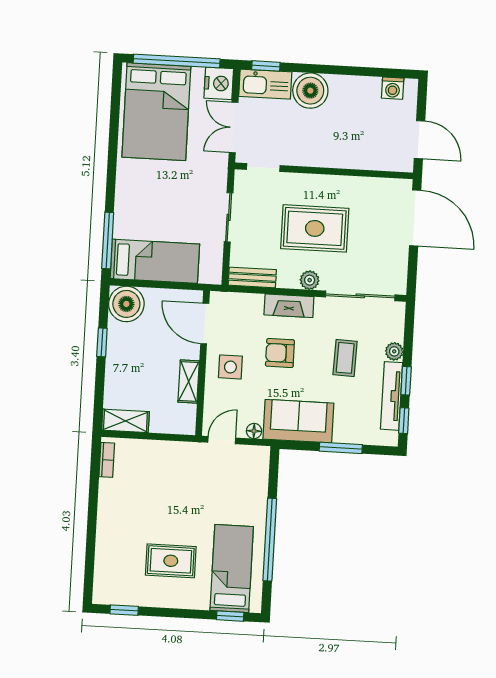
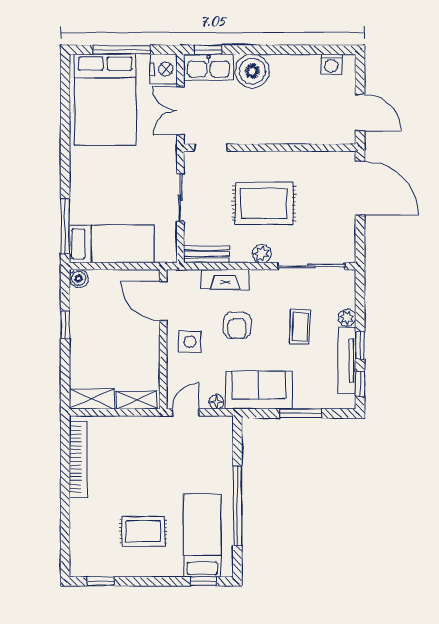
window: (177, 61) -> (122, 50), width x0.68
boiler: (126, 304) -> (79, 278), width x0.54, depth x0.54
fireplace: (289, 306) -> (225, 279), moved
armchair: (280, 353) -> (237, 325), turned -90
shelving: (189, 381) -> (137, 400), moved, turned 90
bookcase: (107, 460) -> (78, 459), width x2.31, depth x1.31

